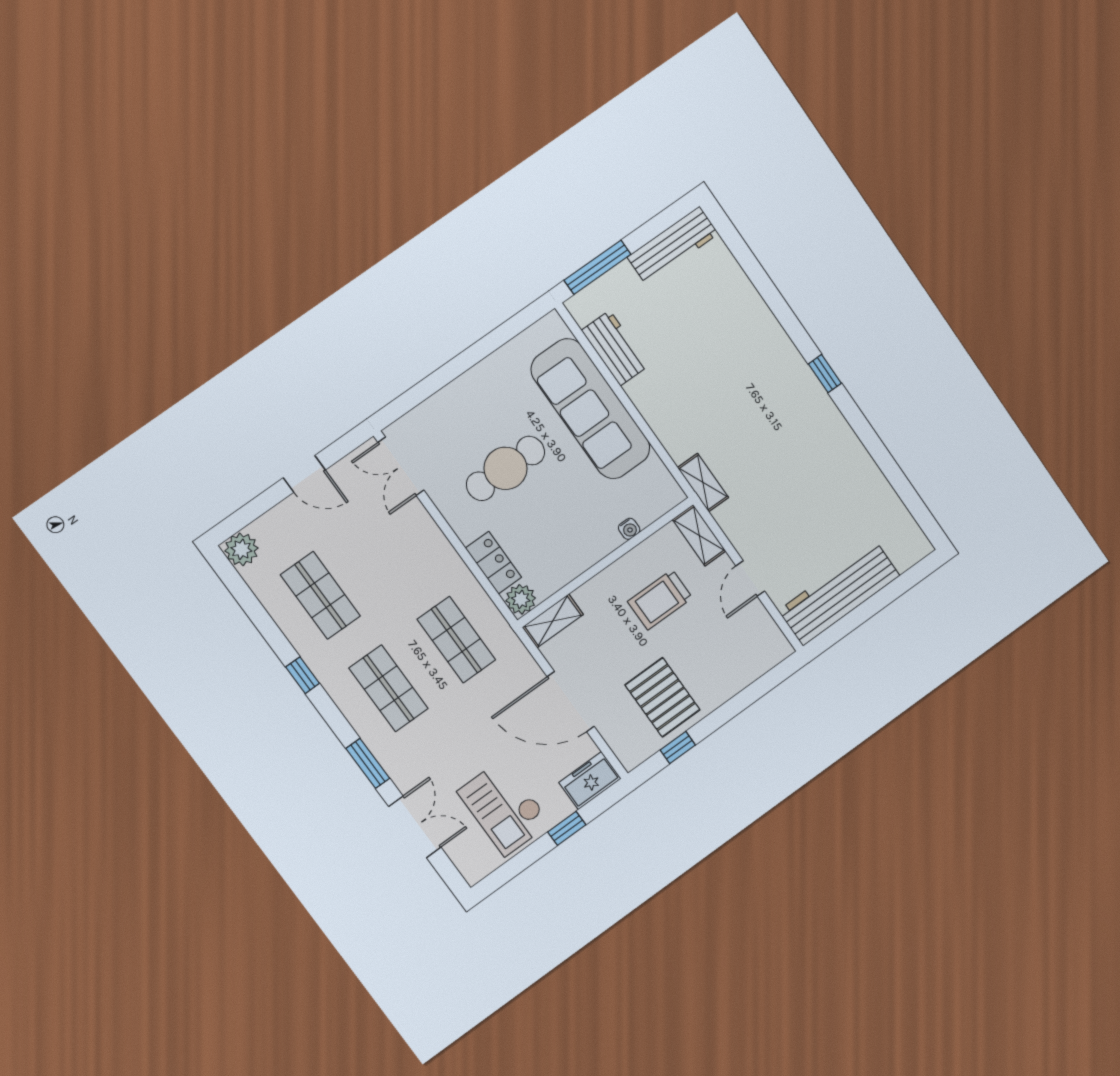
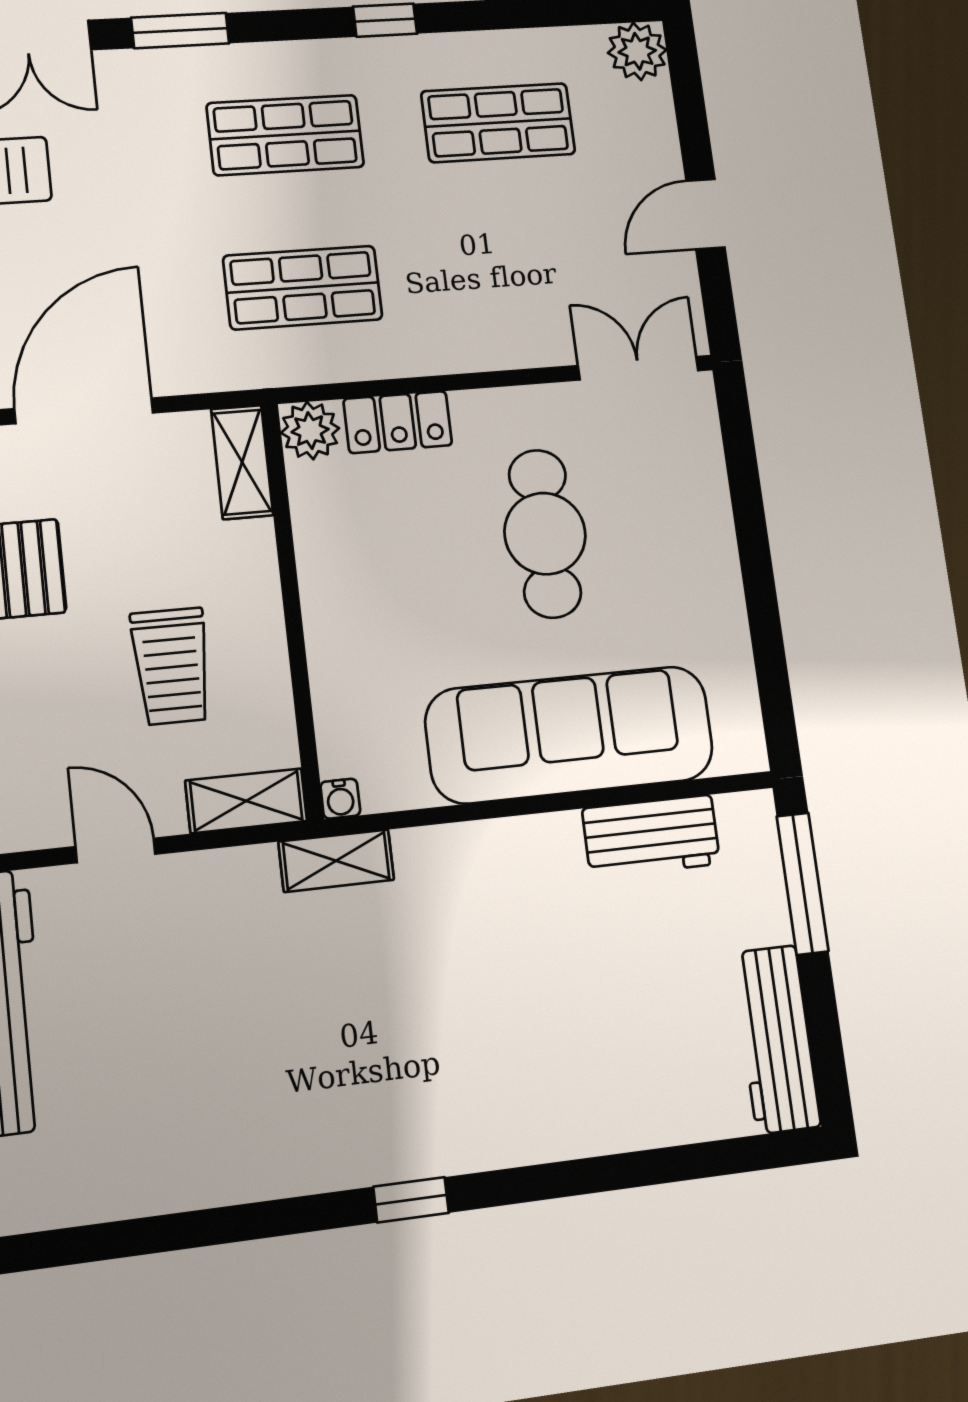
water cooler: (629, 529) -> (340, 799), moved, turned -90
trolley: (660, 600) -> (171, 666), turned 180

